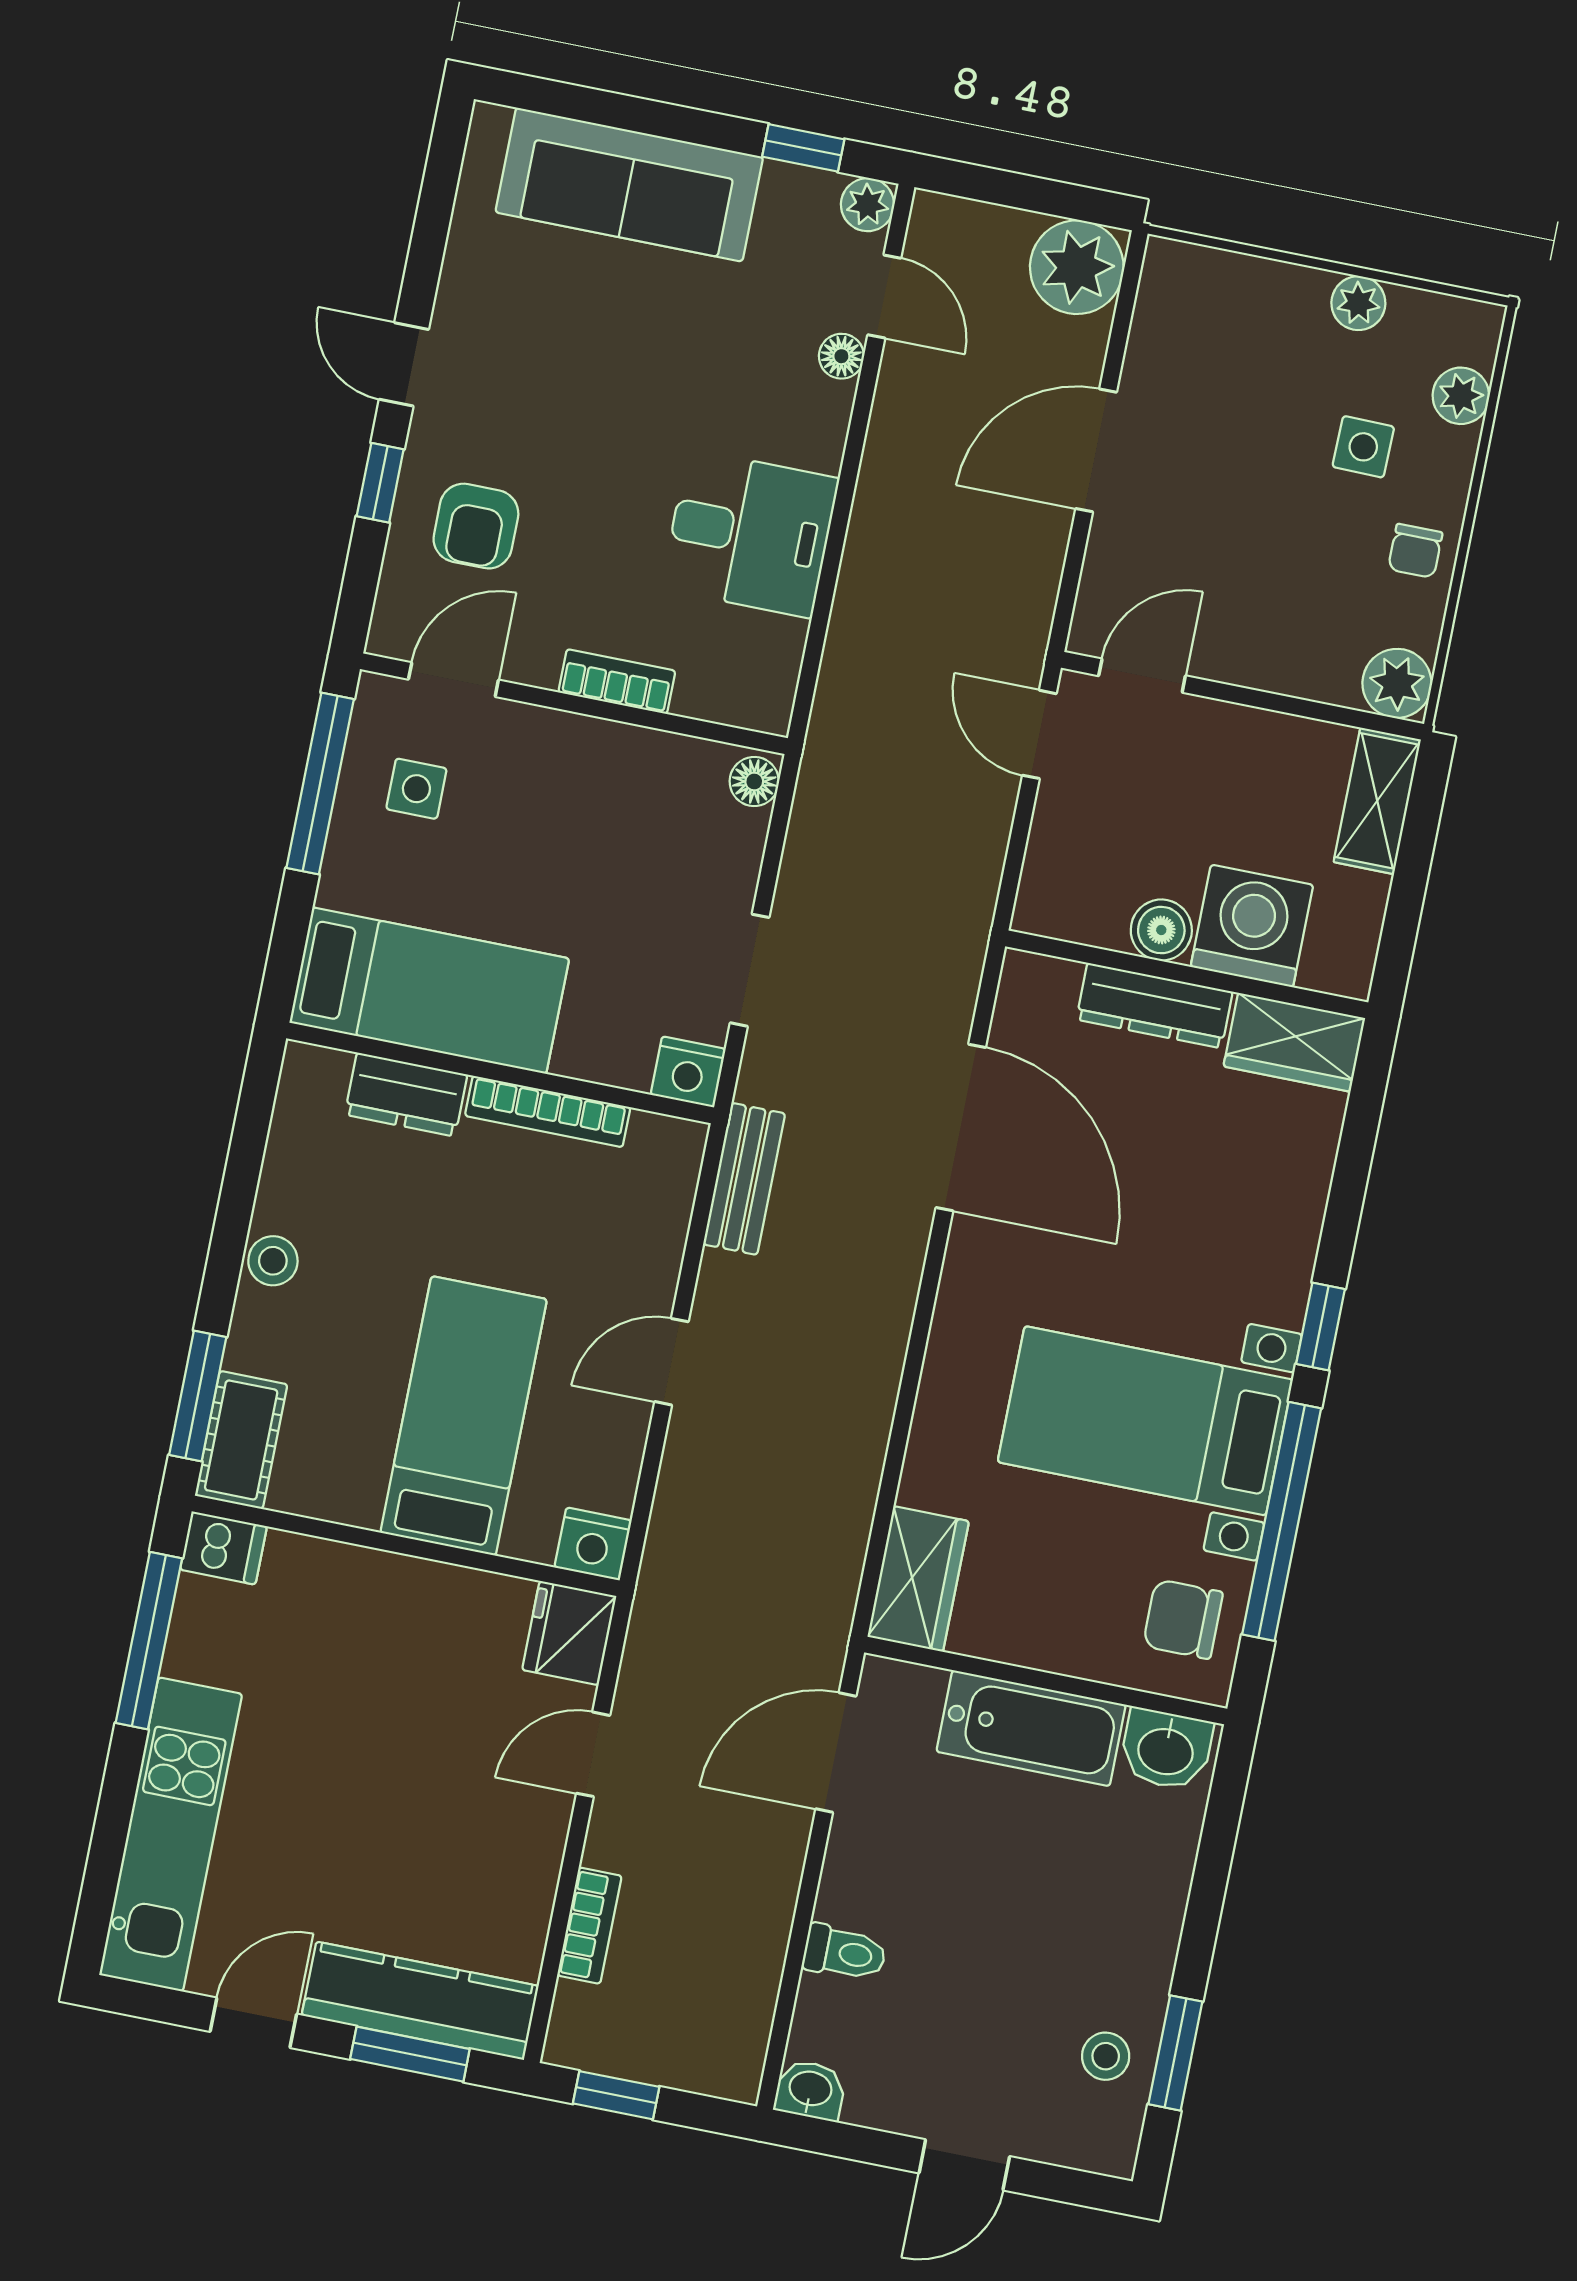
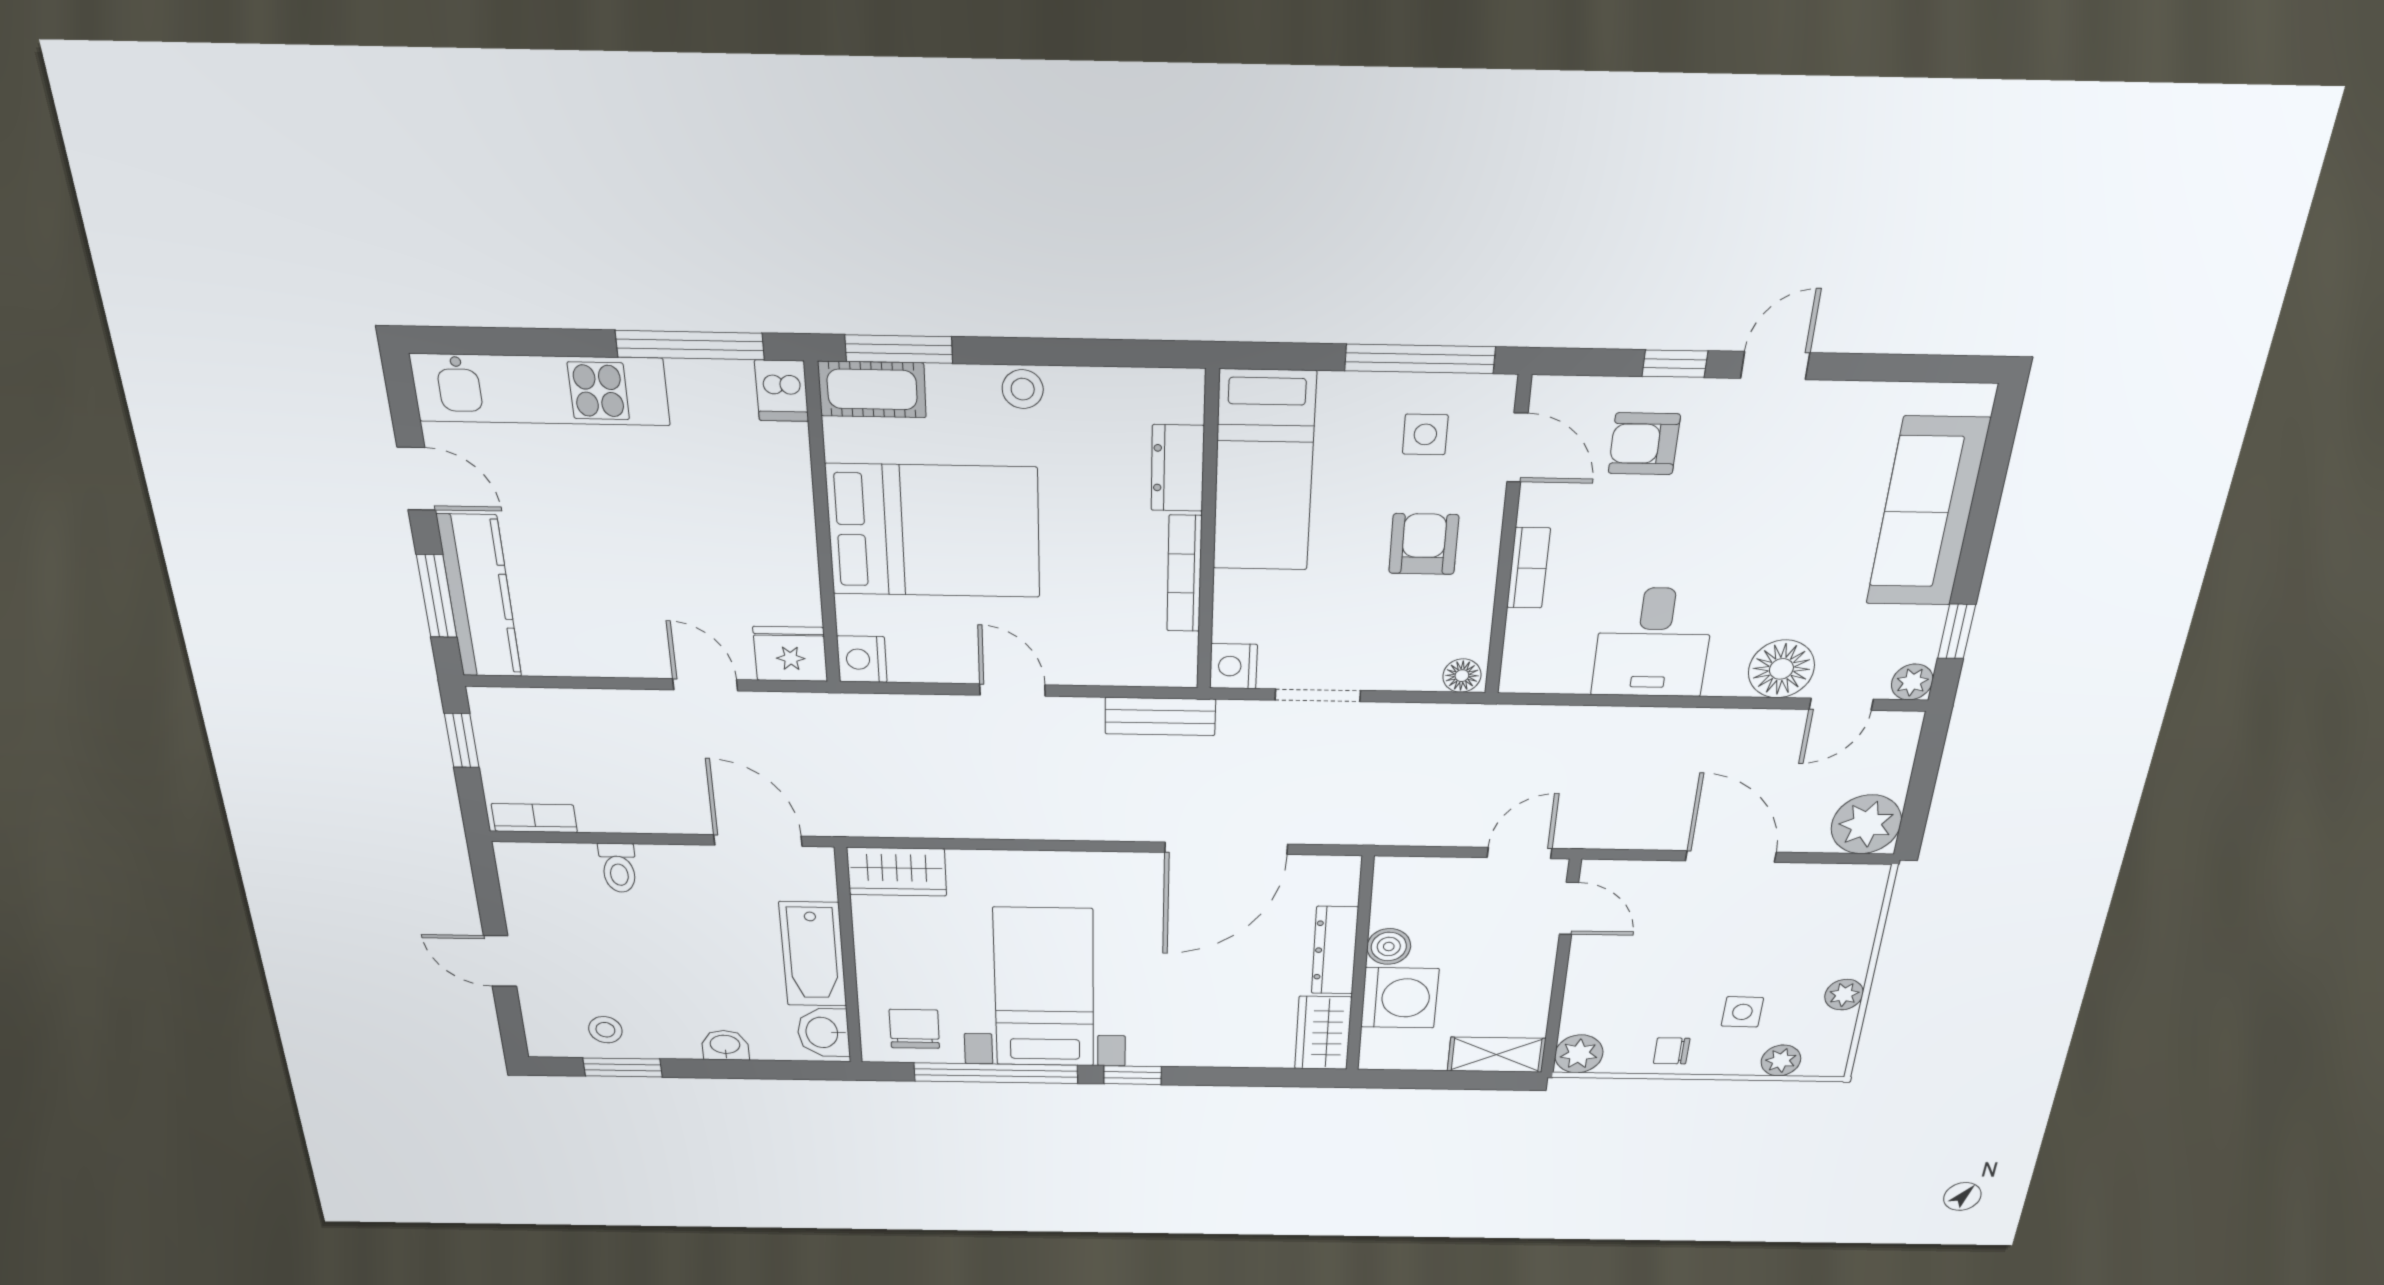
floor lamp: (841, 356) -> (1781, 669), width x1.89, depth x1.89
armchair: (561, 808) -> (1424, 544), added
bed: (464, 1416) -> (934, 531), width x1.50
bookcase: (589, 1926) -> (534, 818), moved, turned 180
washbasin: (810, 2090) -> (725, 1045), moved, turned -90

